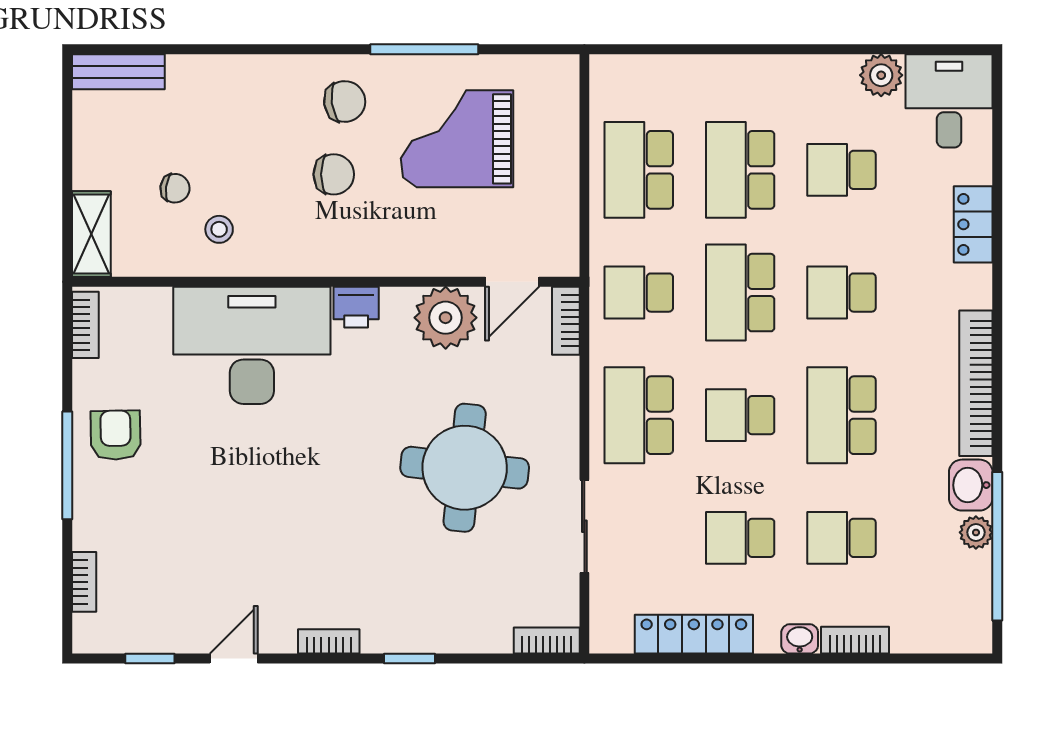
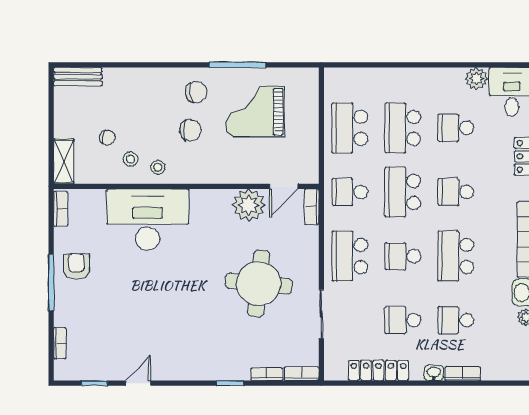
stool: (271, 245) -> (158, 167), added
printer: (356, 307) -> (202, 200), removed
bookcase: (329, 641) -> (267, 374), moved

